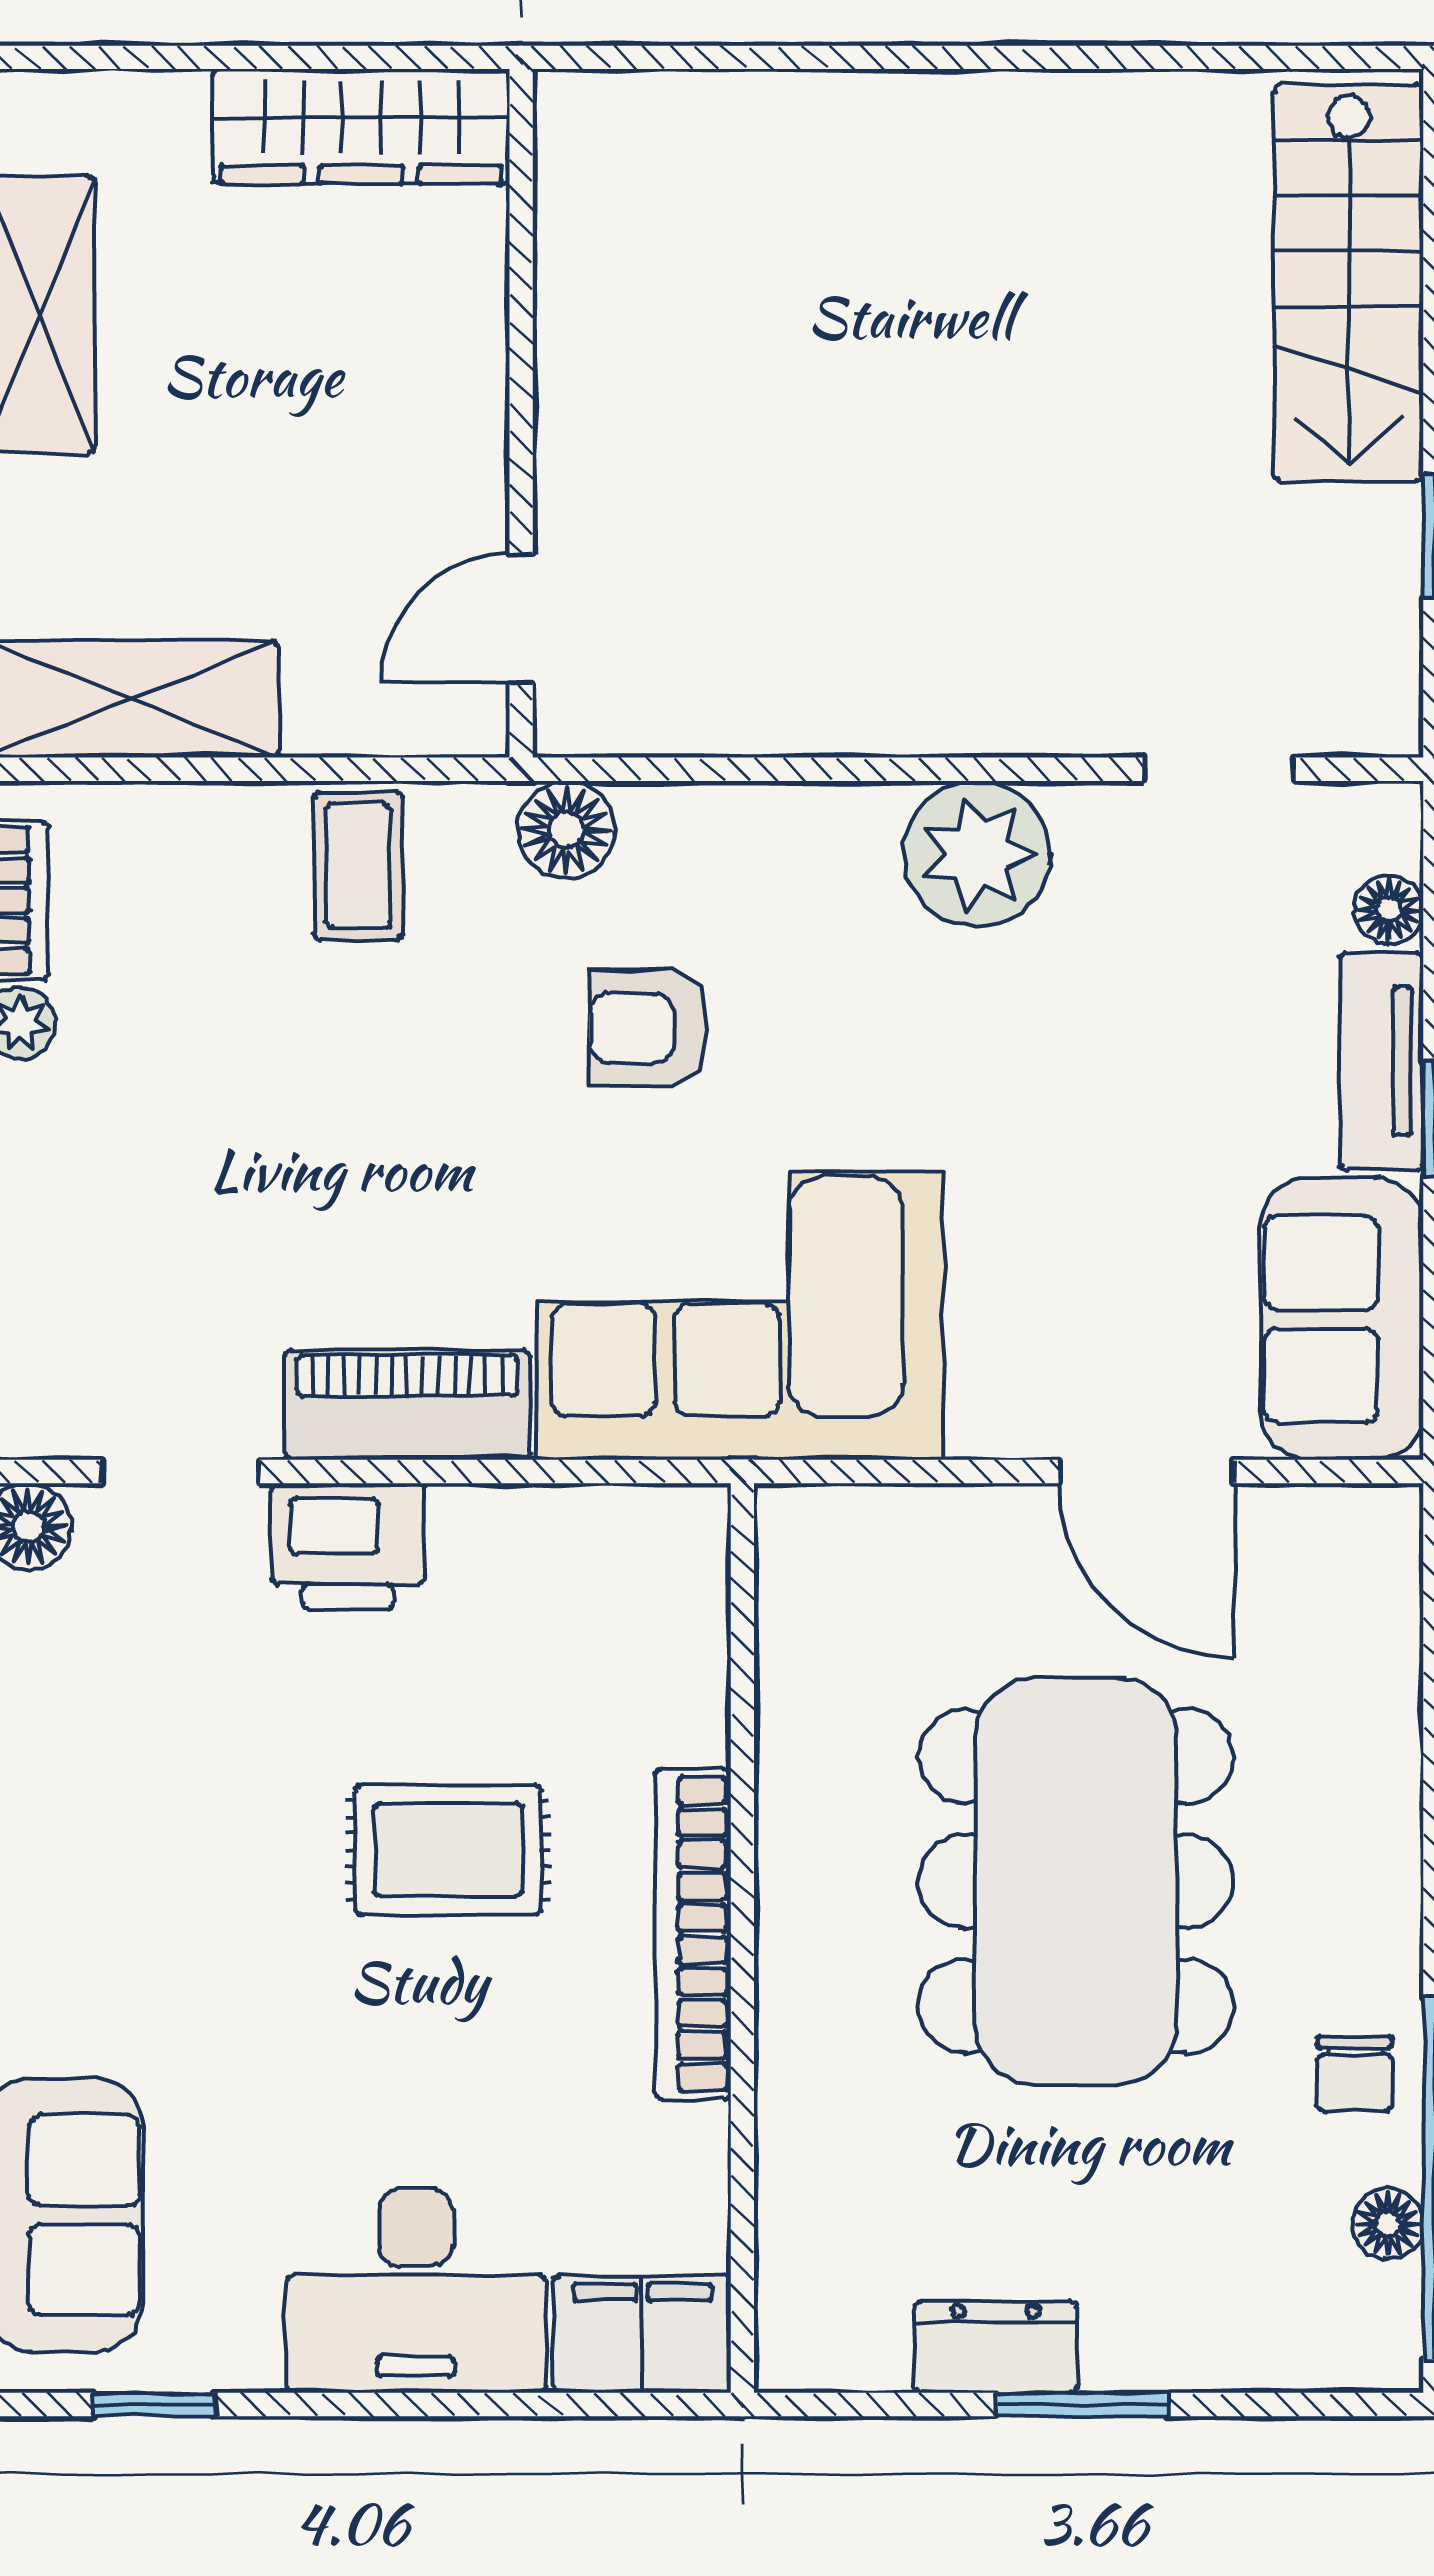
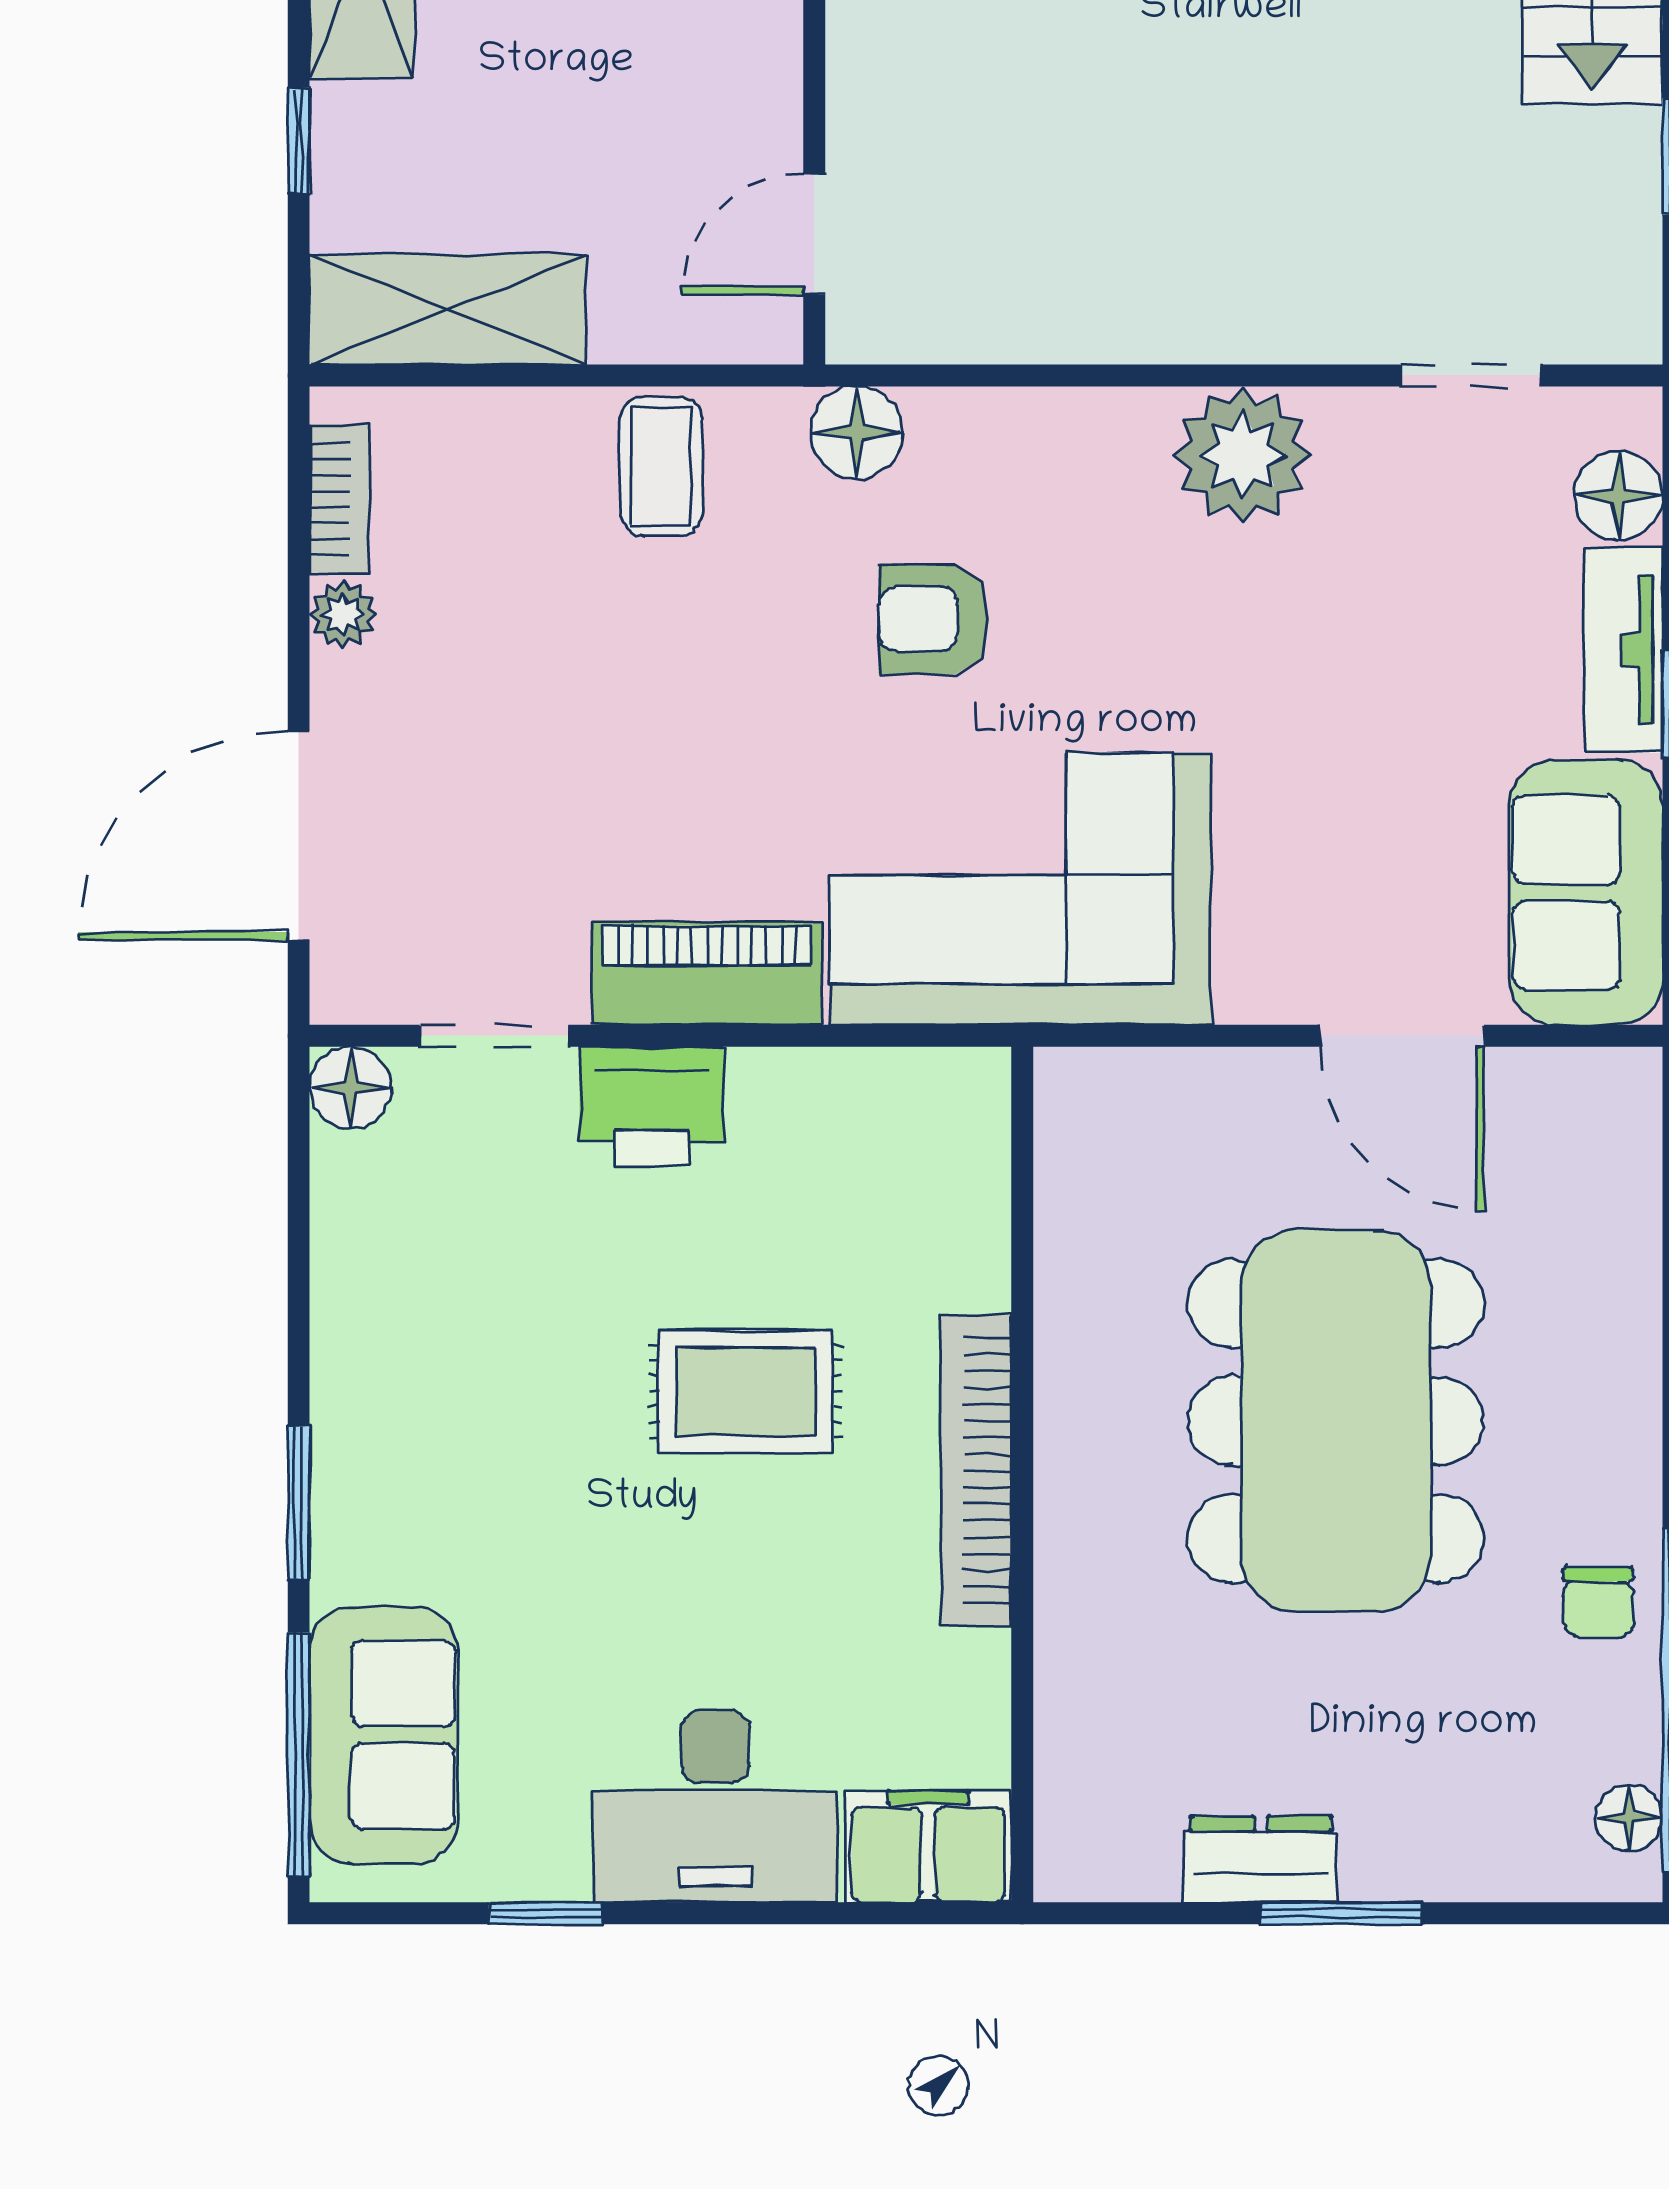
floor lamp: (1389, 910) -> (1618, 496), width x1.37, depth x1.37
floor lamp: (1388, 2224) -> (1629, 1818), moved
window: (154, 2405) -> (546, 1913), moved

